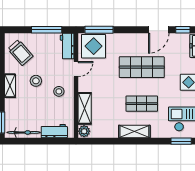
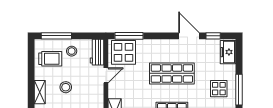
window: (47, 30) -> (56, 36), moved
door: (159, 30) -> (189, 36), swing flipped
trolley: (20, 53) -> (50, 59), turned -49
stool: (59, 91) -> (72, 51), moved

